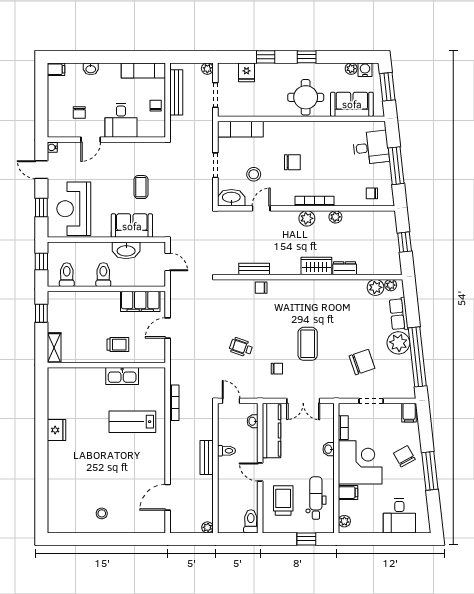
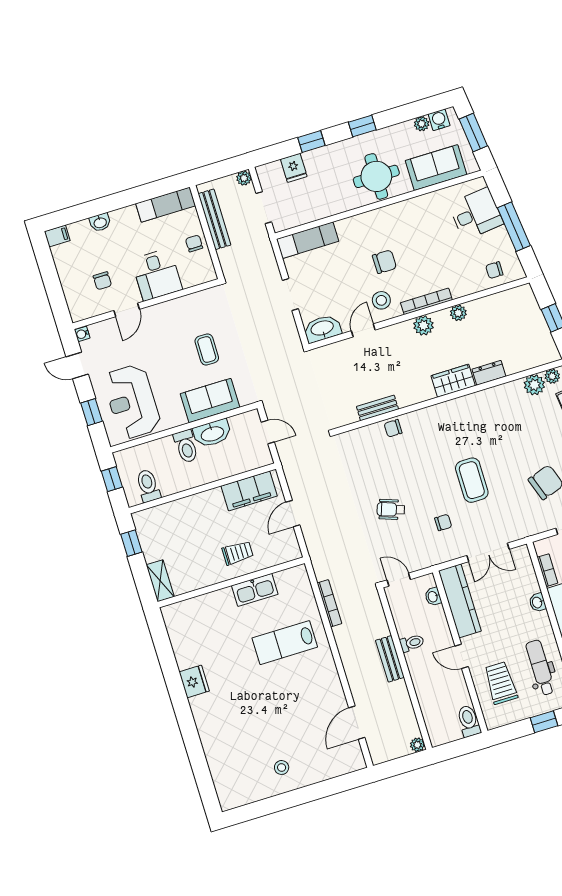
stool: (254, 174) -> (381, 300), moved
toilet: (103, 275) -> (186, 446), moved, turned 180

